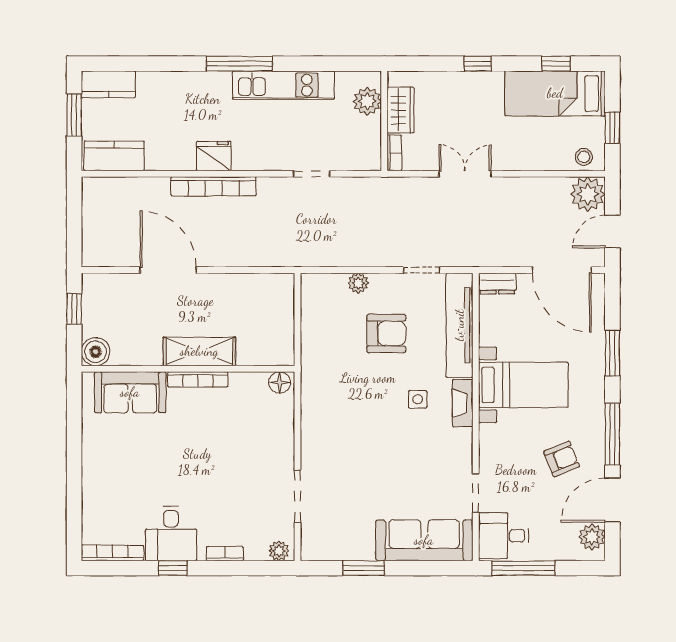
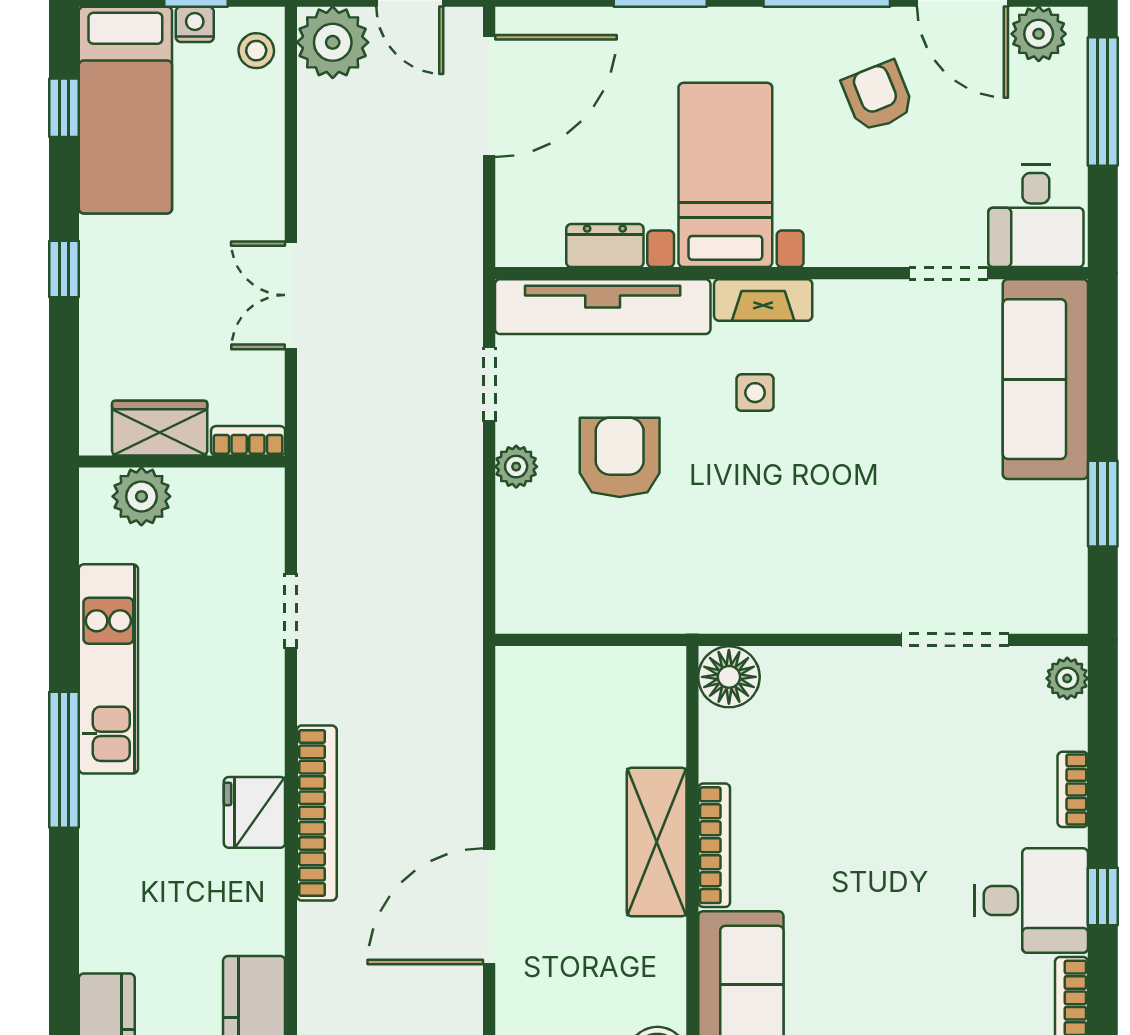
nightstand: (597, 127) -> (195, 24), added
plant: (358, 283) -> (516, 467), moved
dresser: (497, 284) -> (605, 246), moved, turned -90
floor lamp: (280, 383) -> (729, 677), width x1.38, depth x1.38
window: (523, 568) -> (1103, 101), moved

